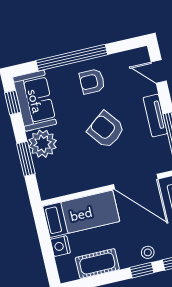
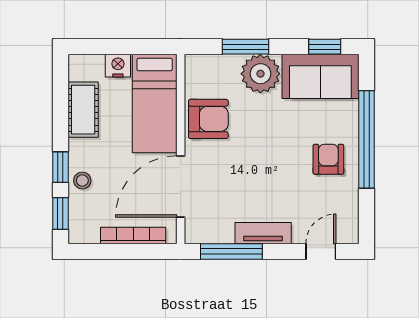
armchair: (106, 130) -> (208, 119), moved, turned 38

